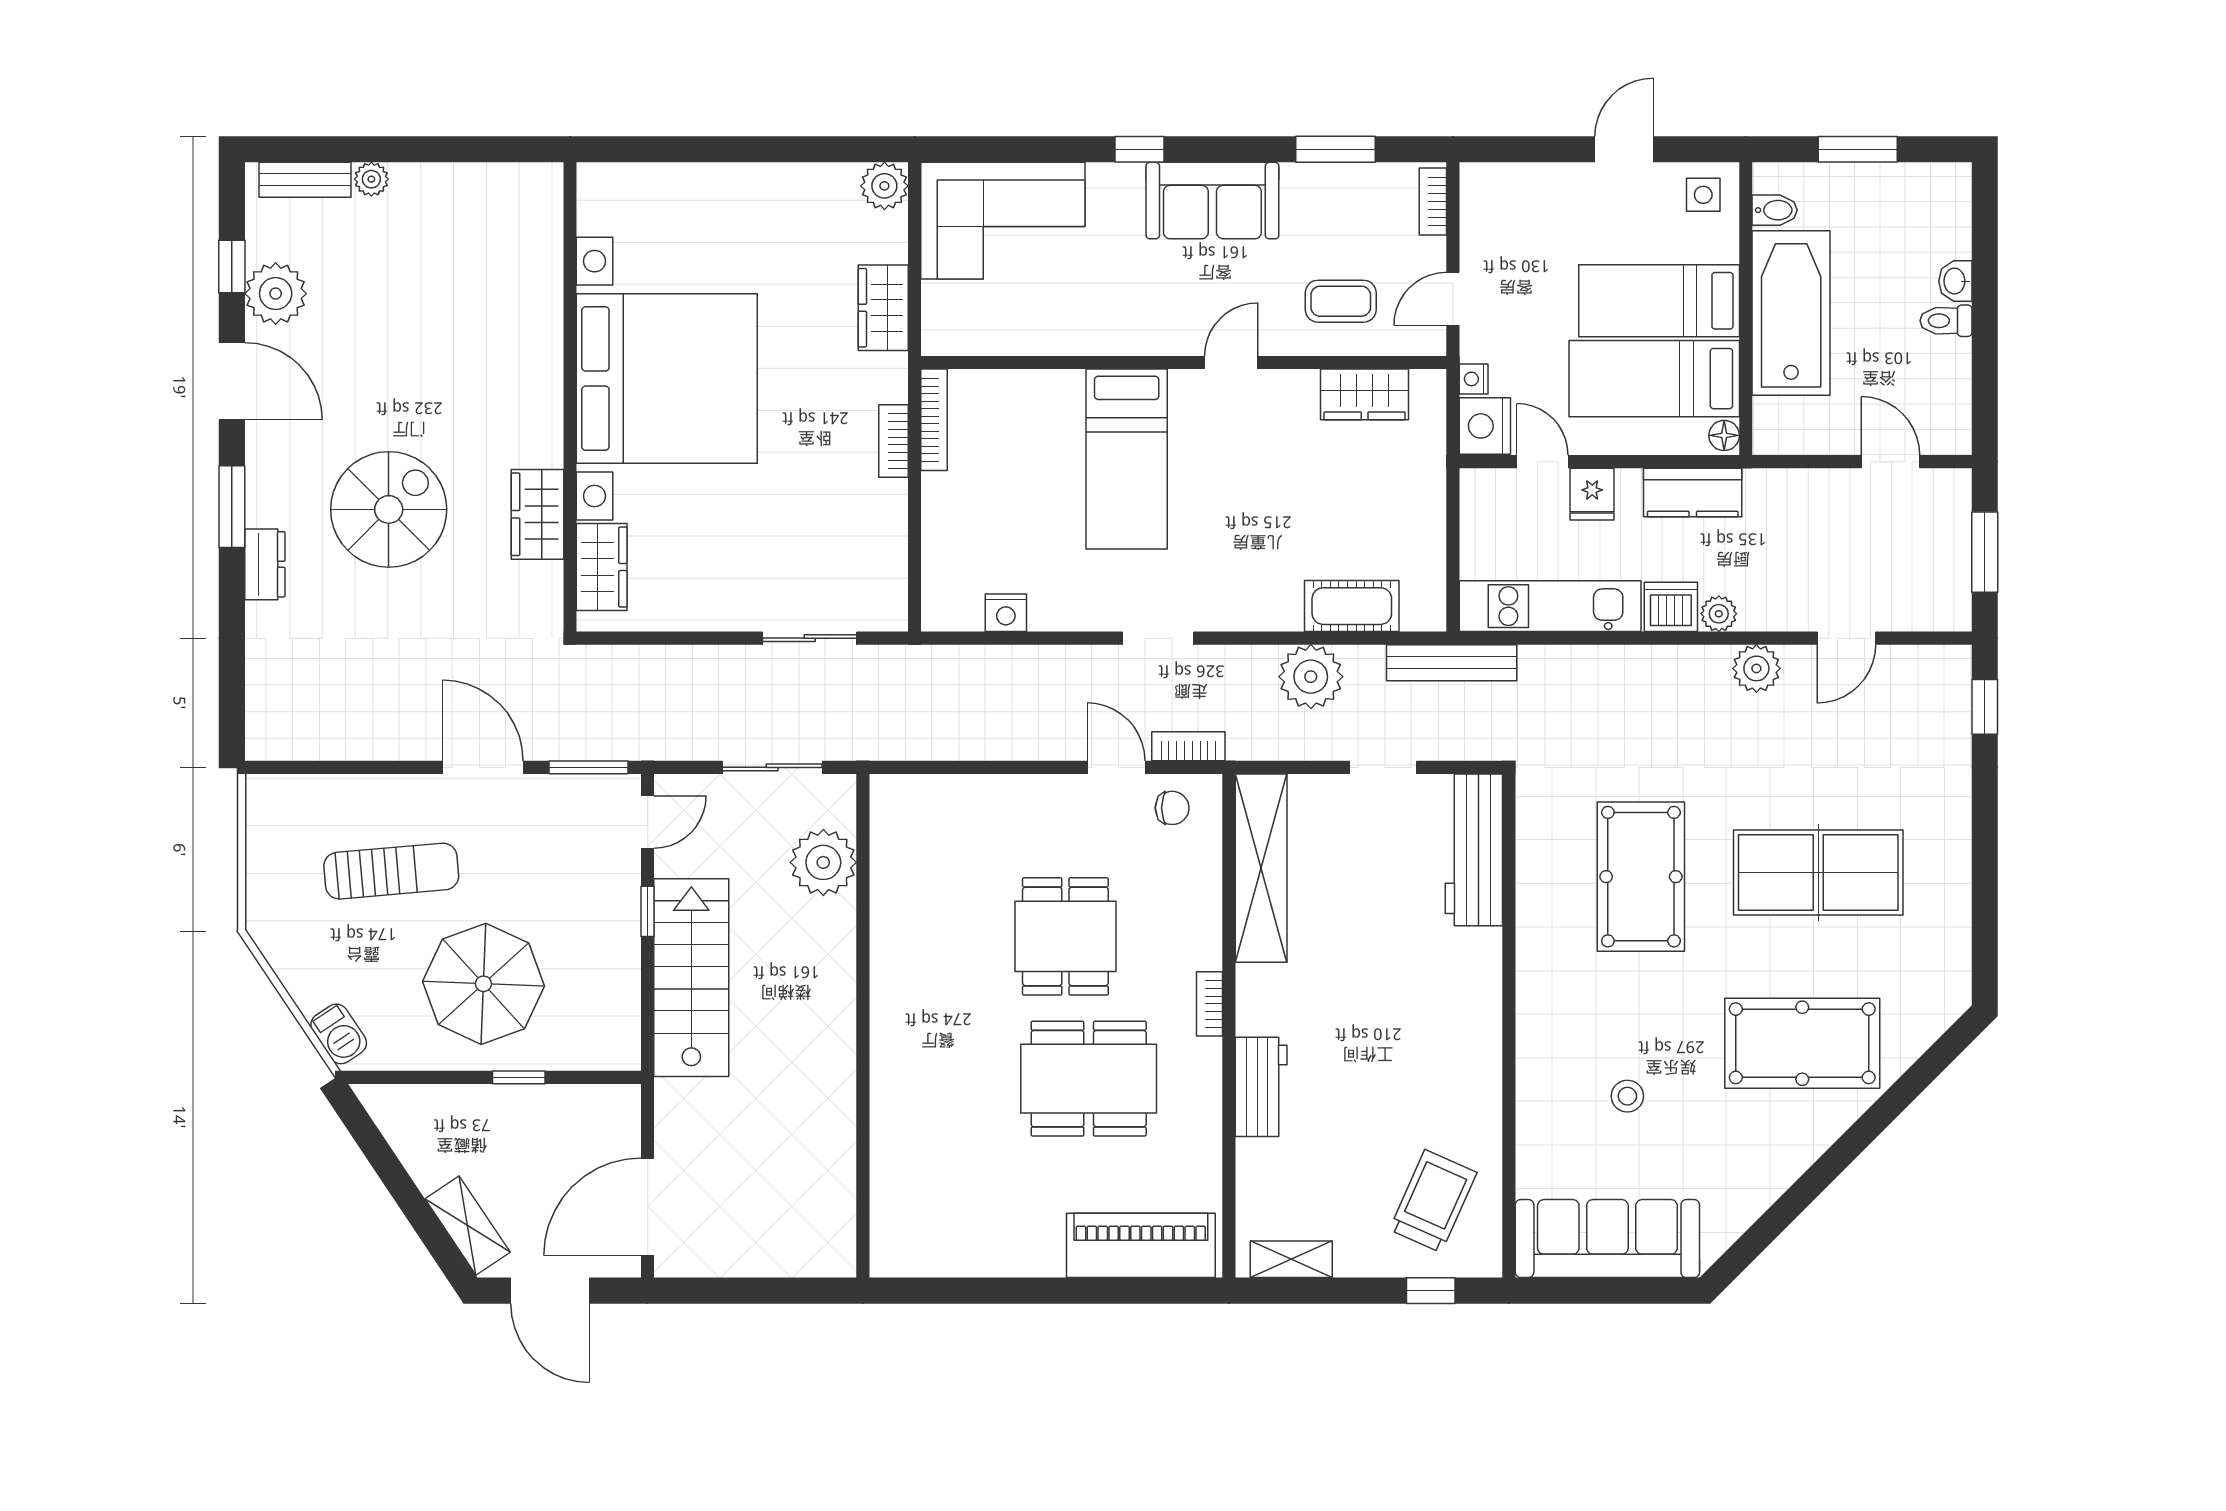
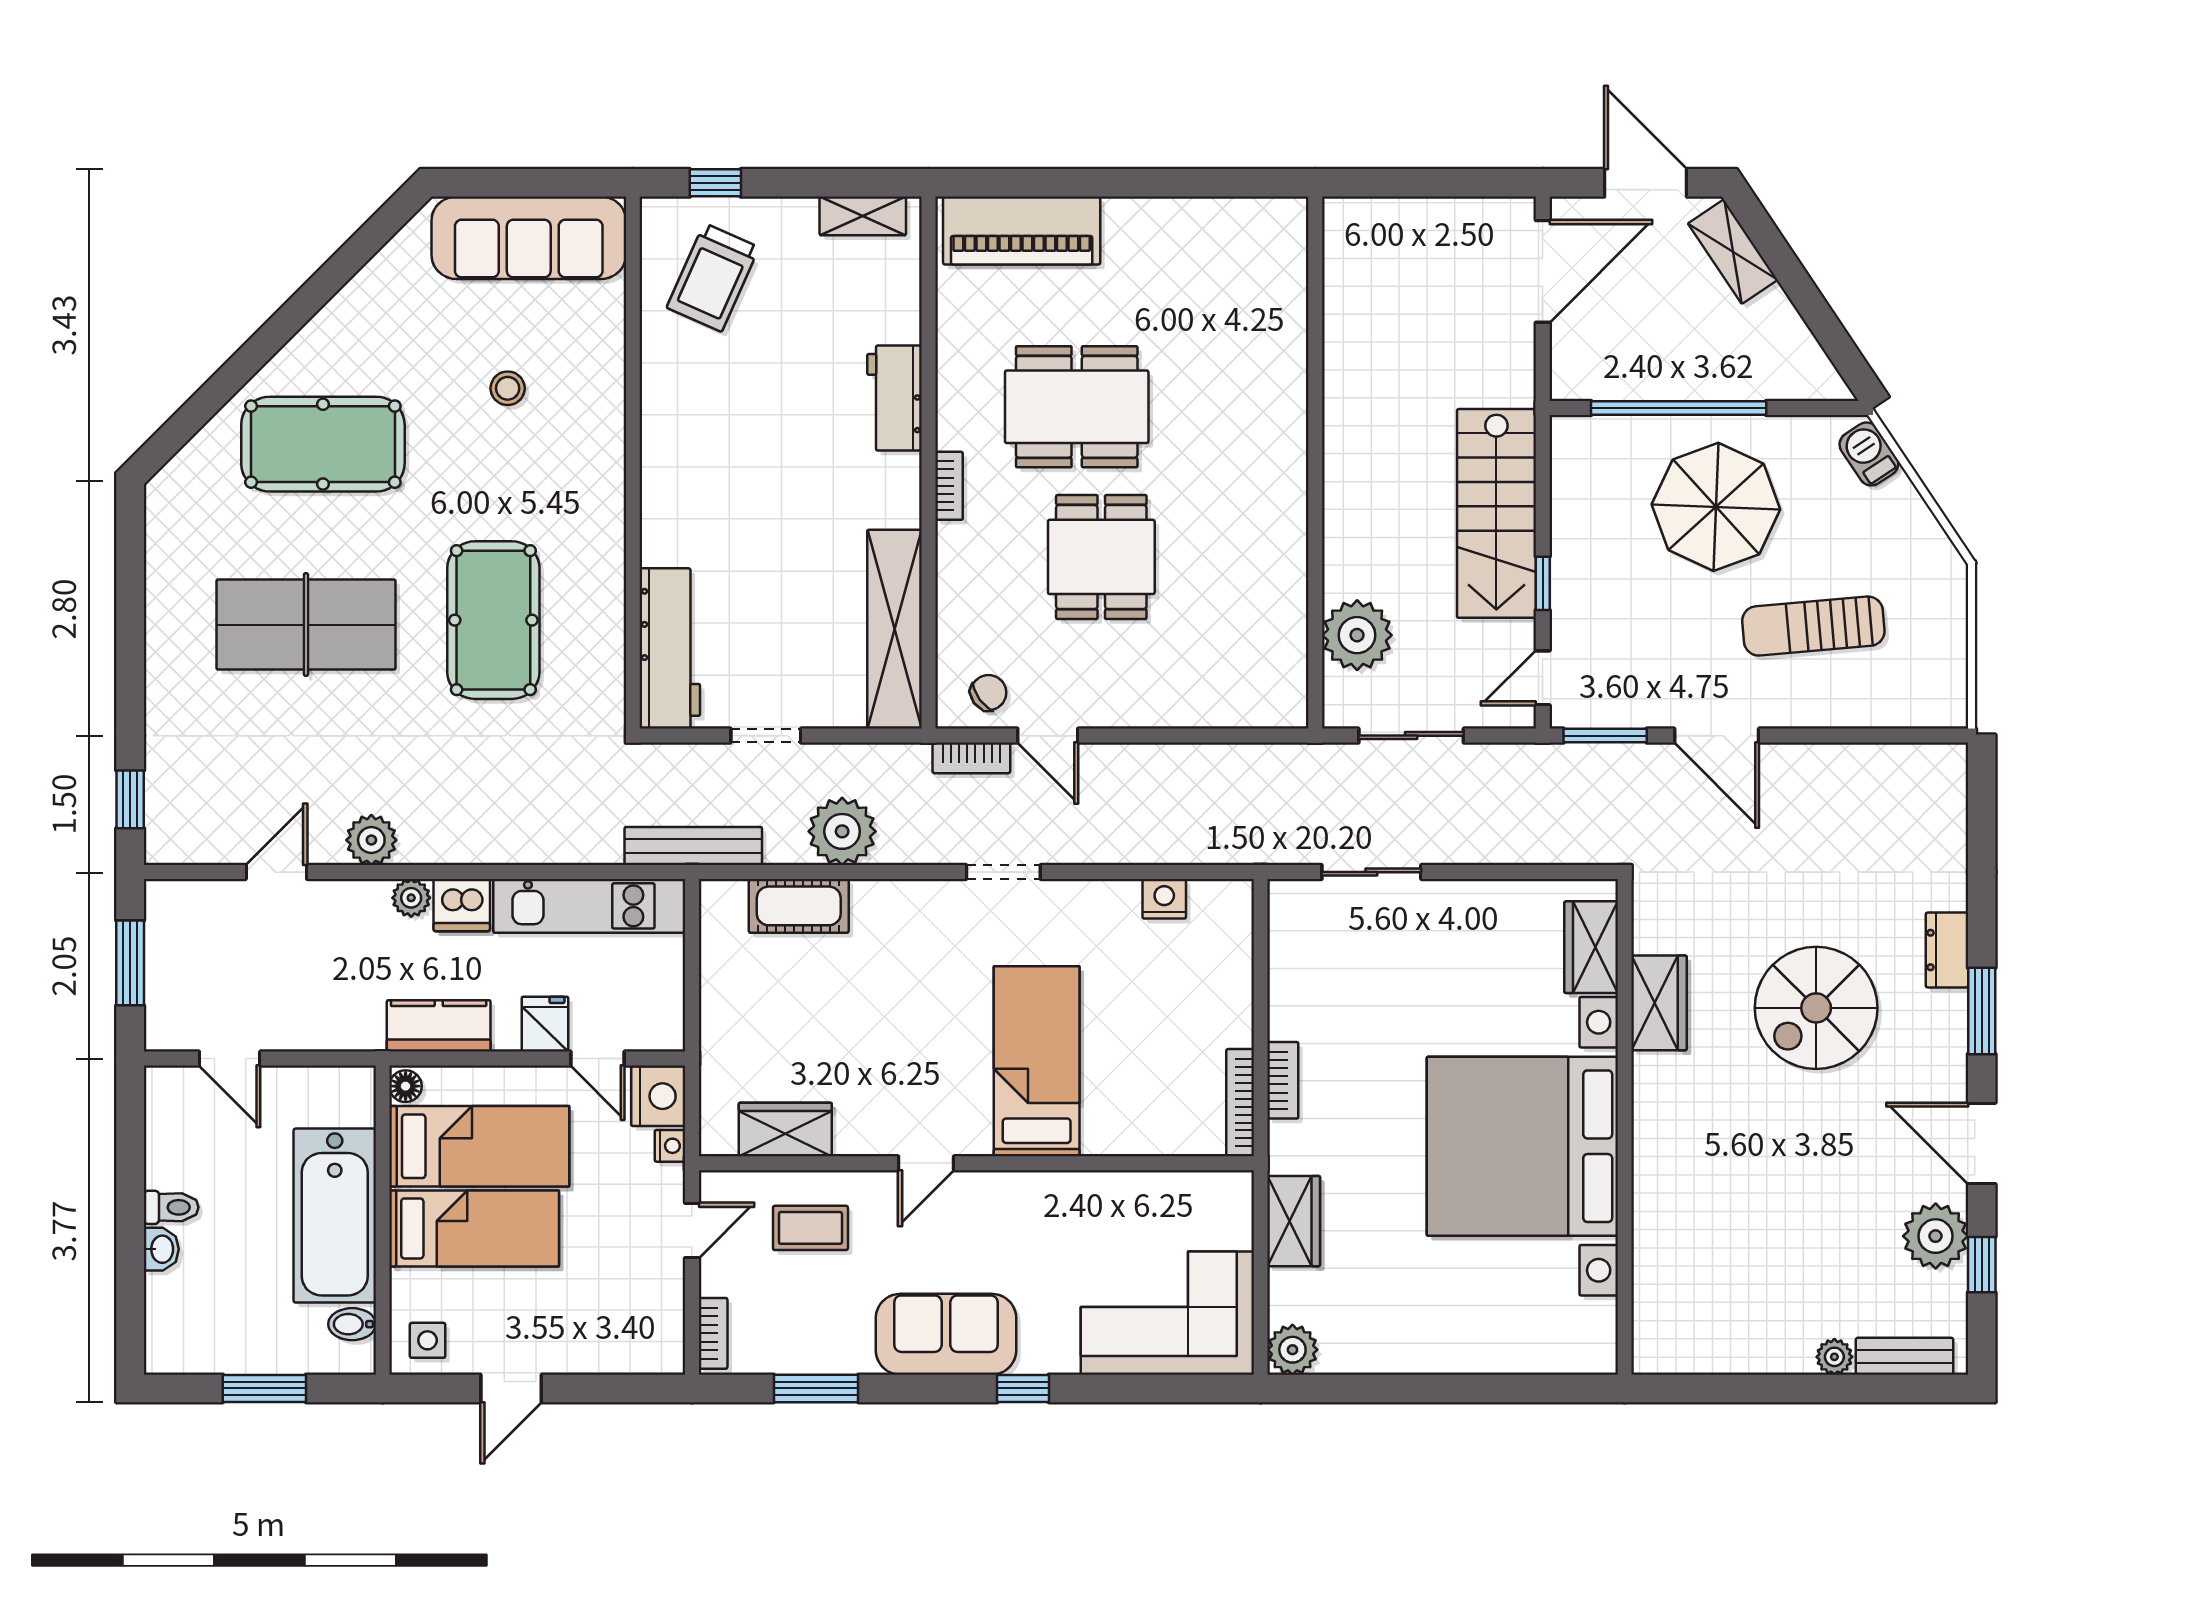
chair: (1172, 808) -> (989, 693), turned 144
window: (519, 1077) -> (1679, 408), width x3.17

